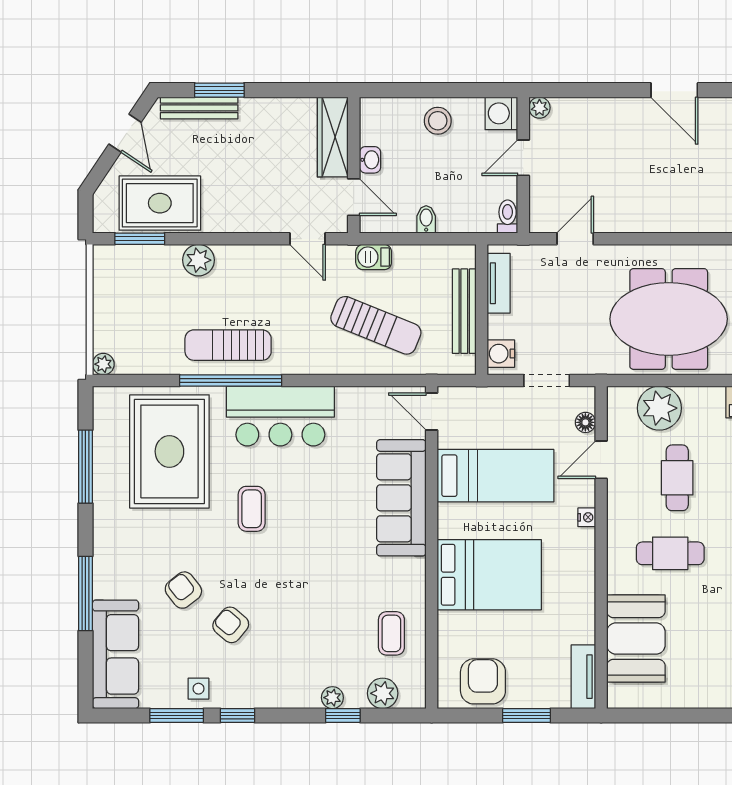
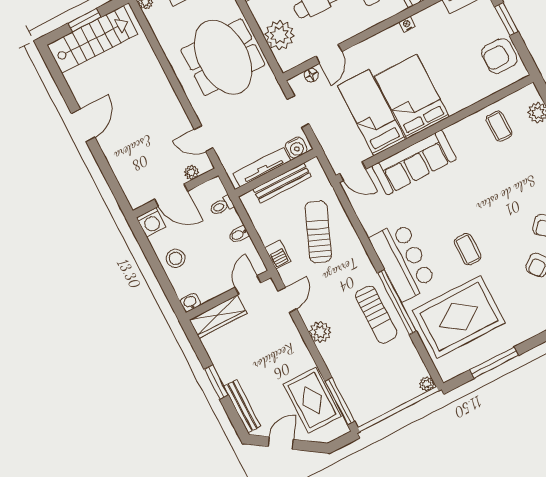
window: (219, 90) -> (216, 382), moved
plant: (539, 108) -> (191, 172), moved
door: (523, 158) -> (171, 195), width x1.38
washbasin: (370, 160) -> (190, 302), moved
toilet: (508, 217) -> (222, 206), moved
window: (140, 239) -> (340, 401), width x1.44
plant: (198, 260) -> (320, 332), moved
tv unit: (499, 283) -> (262, 167), width x1.41
door: (432, 411) -> (353, 171), hinge flipped
door: (601, 460) -> (329, 54), hinge flipped
coffee table: (252, 509) -> (468, 249), turned 90
nightstand: (587, 517) -> (407, 24), moved
bed: (489, 575) -> (412, 97), moved
coffee table: (391, 633) -> (499, 126), turned 90

